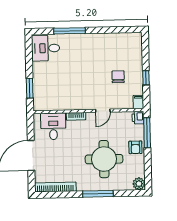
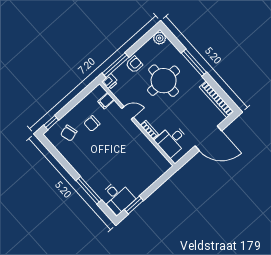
chair: (126, 53) -> (69, 133), added
window: (146, 78) -> (51, 123), moved
window: (30, 88) -> (134, 205), moved
filing cabinet: (138, 102) -> (106, 101), moved

